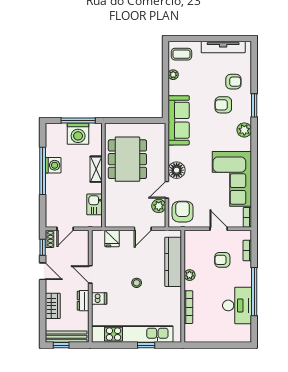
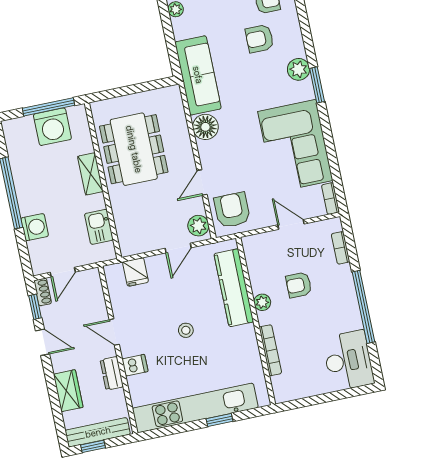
window: (254, 105) -> (317, 85), moved
washing machine: (53, 165) -> (35, 227), moved
floor lamp: (177, 170) -> (205, 127), moved
plant: (159, 206) -> (198, 226), moved
armchair: (222, 260) -> (299, 285), moved
desk: (237, 305) -> (348, 361), moved

